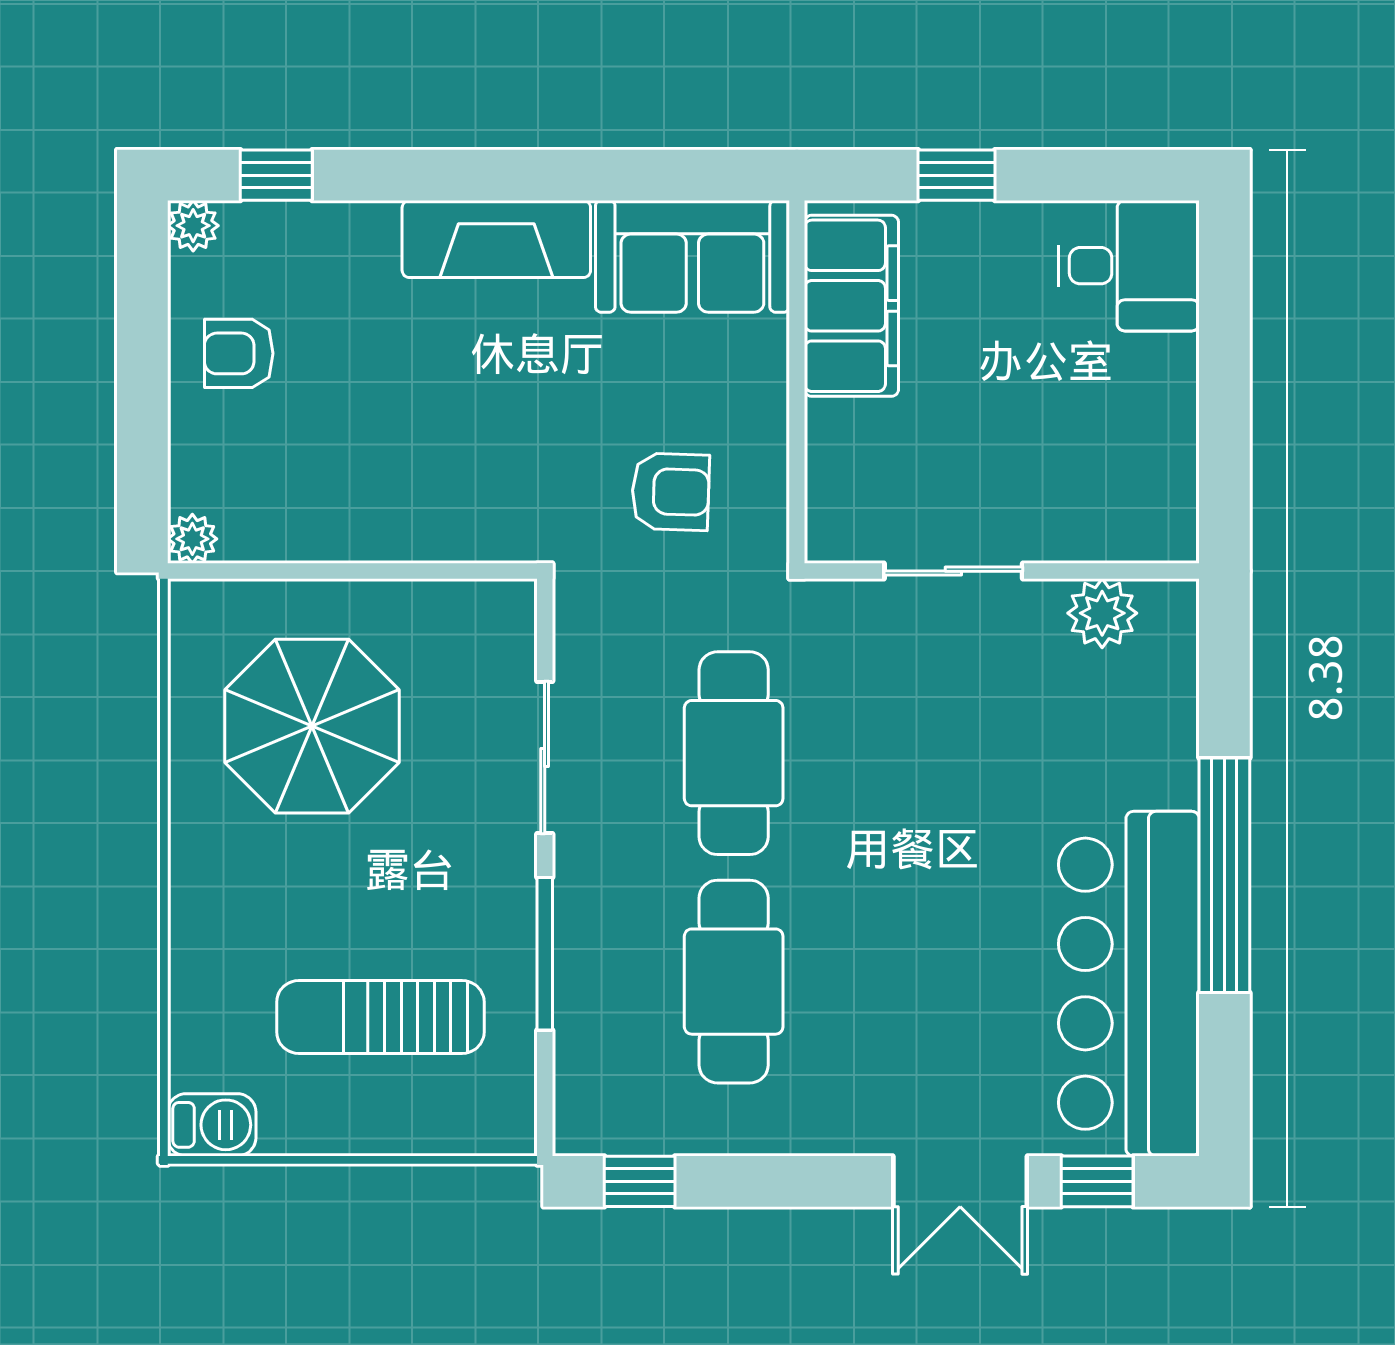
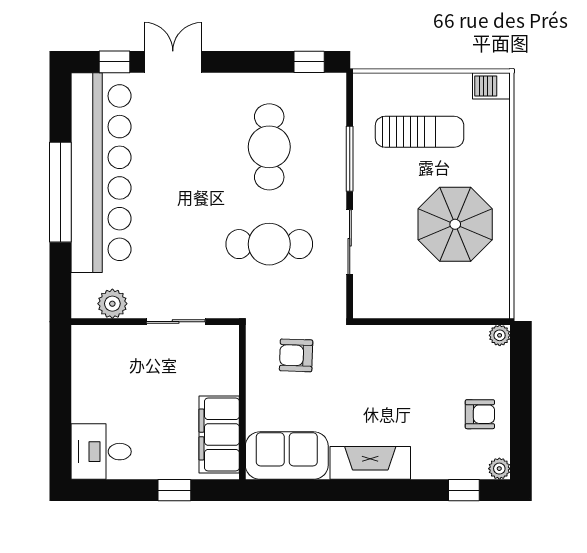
parasol: (312, 726) -> (455, 224), moved
cafe table: (734, 753) -> (269, 244), turned 90
bar counter: (1129, 984) -> (101, 173), width x1.36

